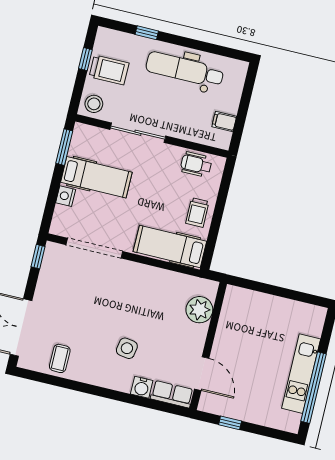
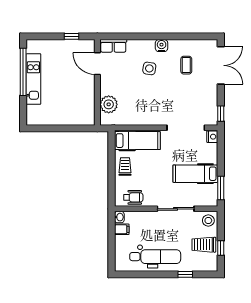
washbasin: (224, 140) -> (119, 217), added
nightstand: (66, 196) -> (212, 137), moved
coffee table: (60, 358) -> (186, 65), moved
water cooler: (142, 387) -> (162, 46), moved

